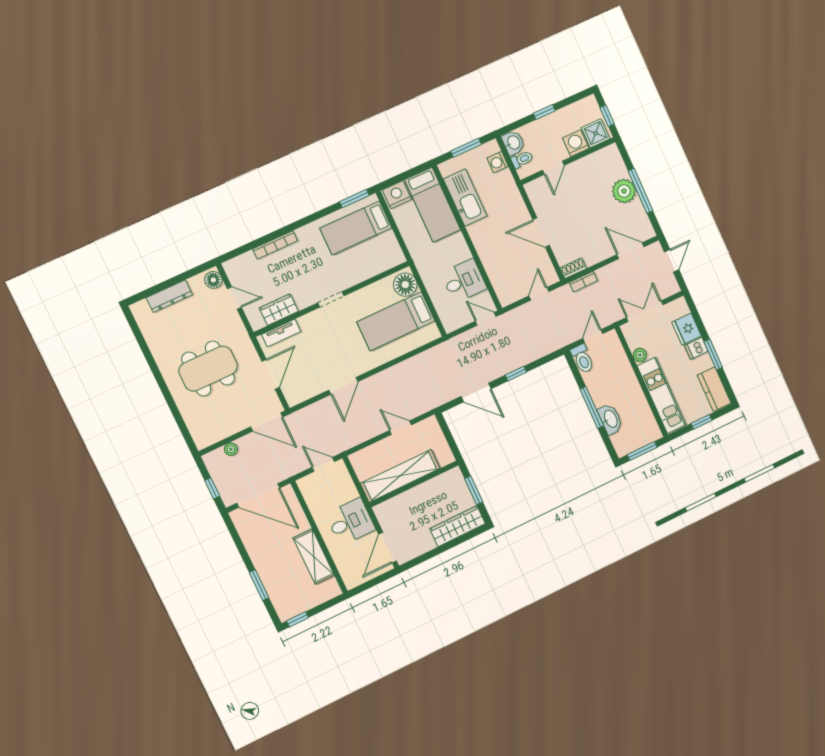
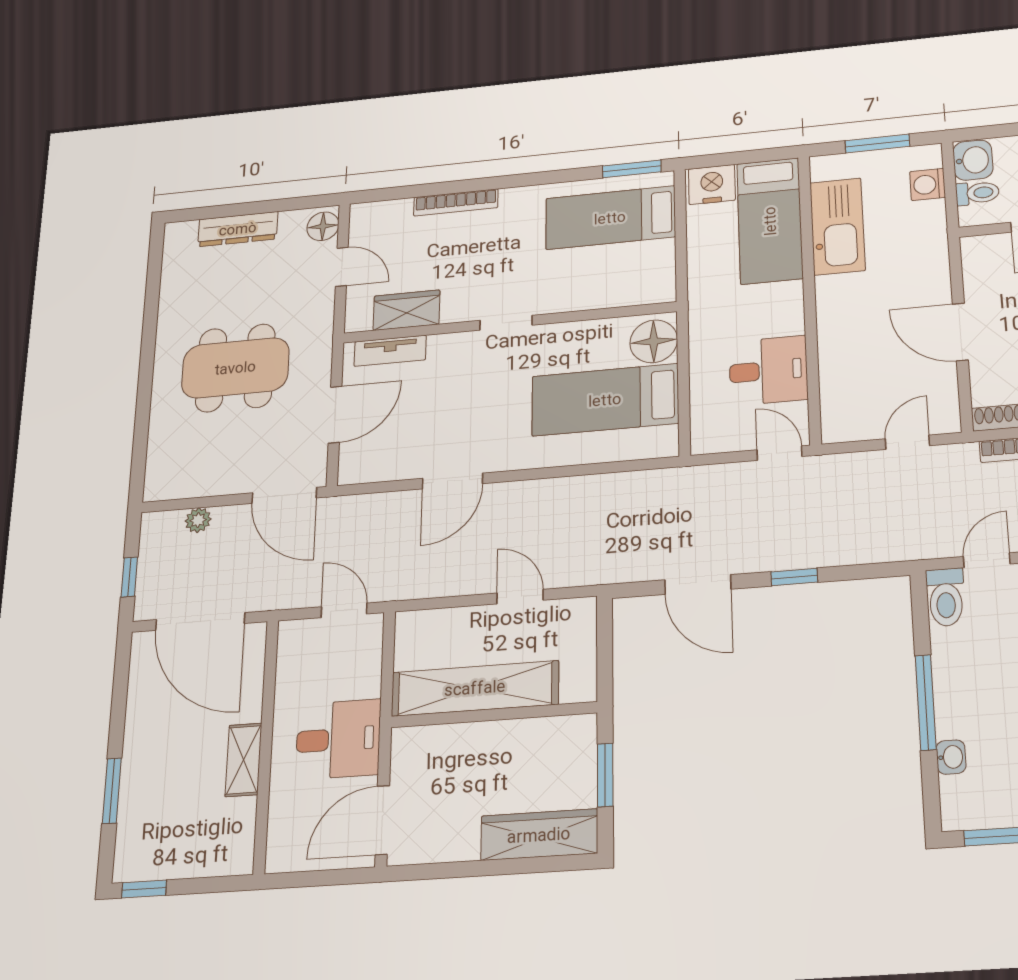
washbasin: (610, 419) -> (951, 757), width x0.52, depth x0.69
shelving: (314, 557) -> (244, 760), width x0.67, depth x0.75

